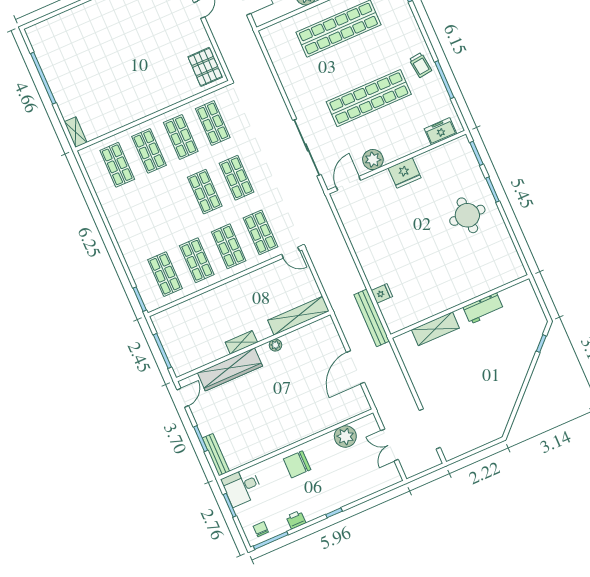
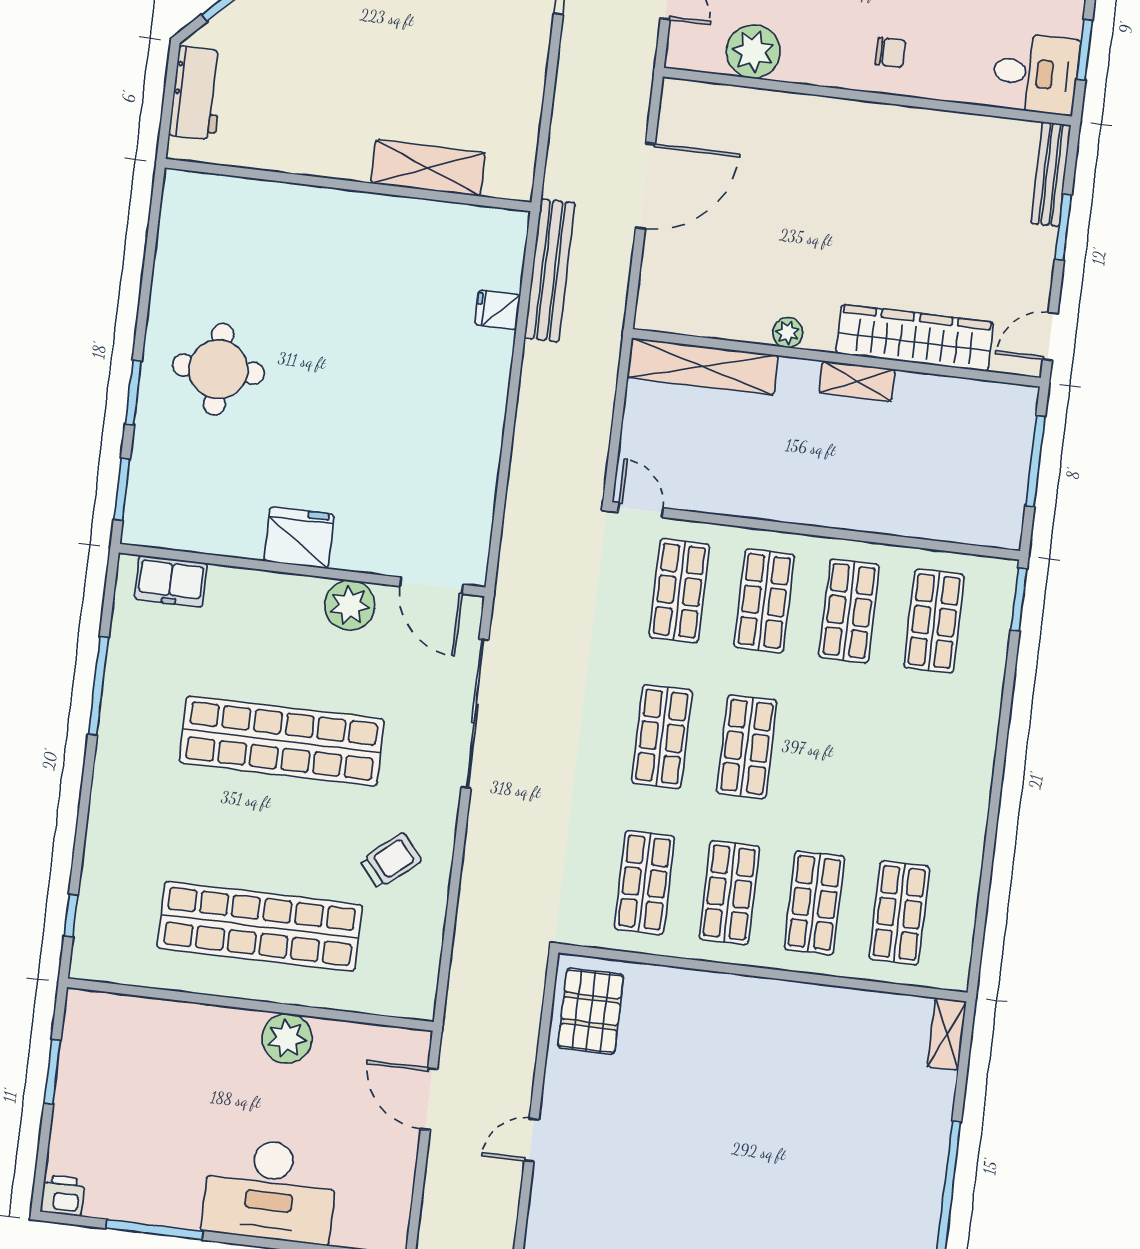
trolley: (420, 65) -> (391, 861), moved, turned 57
door: (348, 183) -> (432, 585), hinge flipped
workbench: (483, 308) -> (197, 93), moved, turned 90
chair: (297, 464) -> (890, 52), width x0.54, depth x0.54

